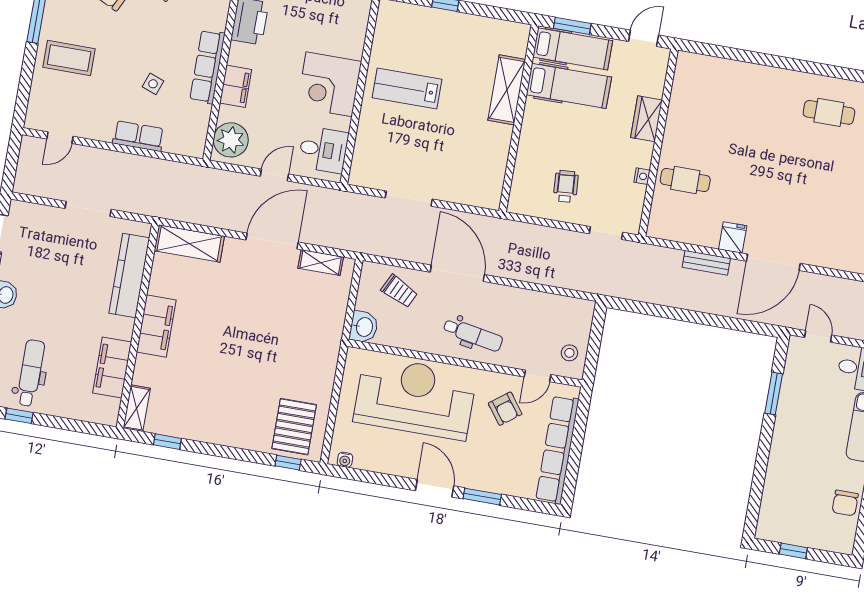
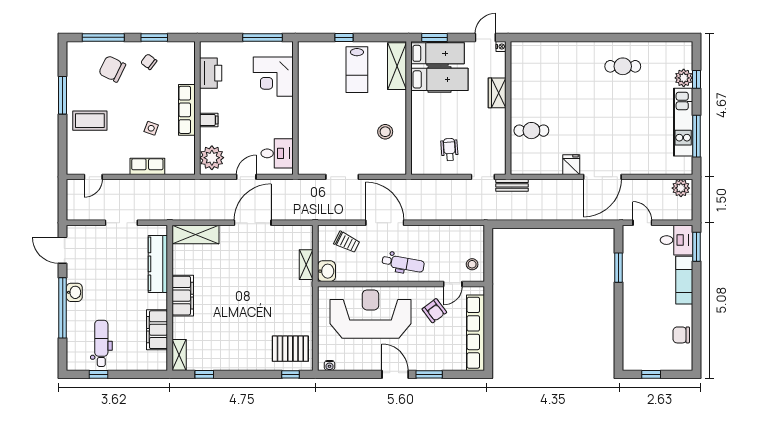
corner desk: (329, 84) -> (273, 77), moved
filing cabinet: (236, 86) -> (209, 120), width x0.50
lab bench: (407, 89) -> (357, 70), moved, turned -90
shelving: (507, 90) -> (397, 66), moved
stool: (480, 146) -> (385, 132), added
nightstand: (642, 176) -> (501, 47), moved
shelving: (321, 263) -> (306, 265), moved, turned 90
bench: (706, 263) -> (512, 185), moved
pallet: (294, 427) -> (290, 349), turned 90
chair: (845, 503) -> (681, 335), turned 90

